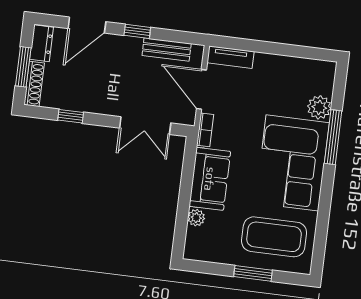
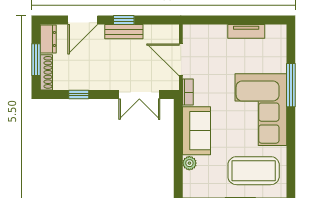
bench: (167, 50) -> (124, 32), moved
tv unit: (230, 57) -> (246, 31), moved
plant: (319, 107) -> (277, 63), removed

